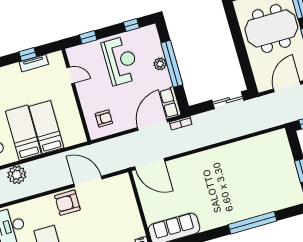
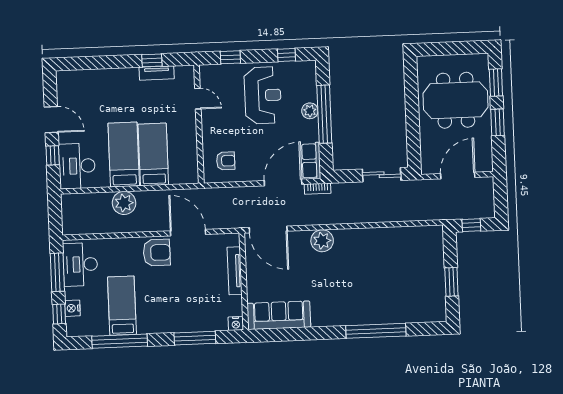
plant: (194, 163) -> (322, 241), added
plant: (17, 175) -> (124, 203), moved
tv unit: (131, 202) -> (235, 271), added
armchair: (67, 203) -> (157, 253), turned 180

